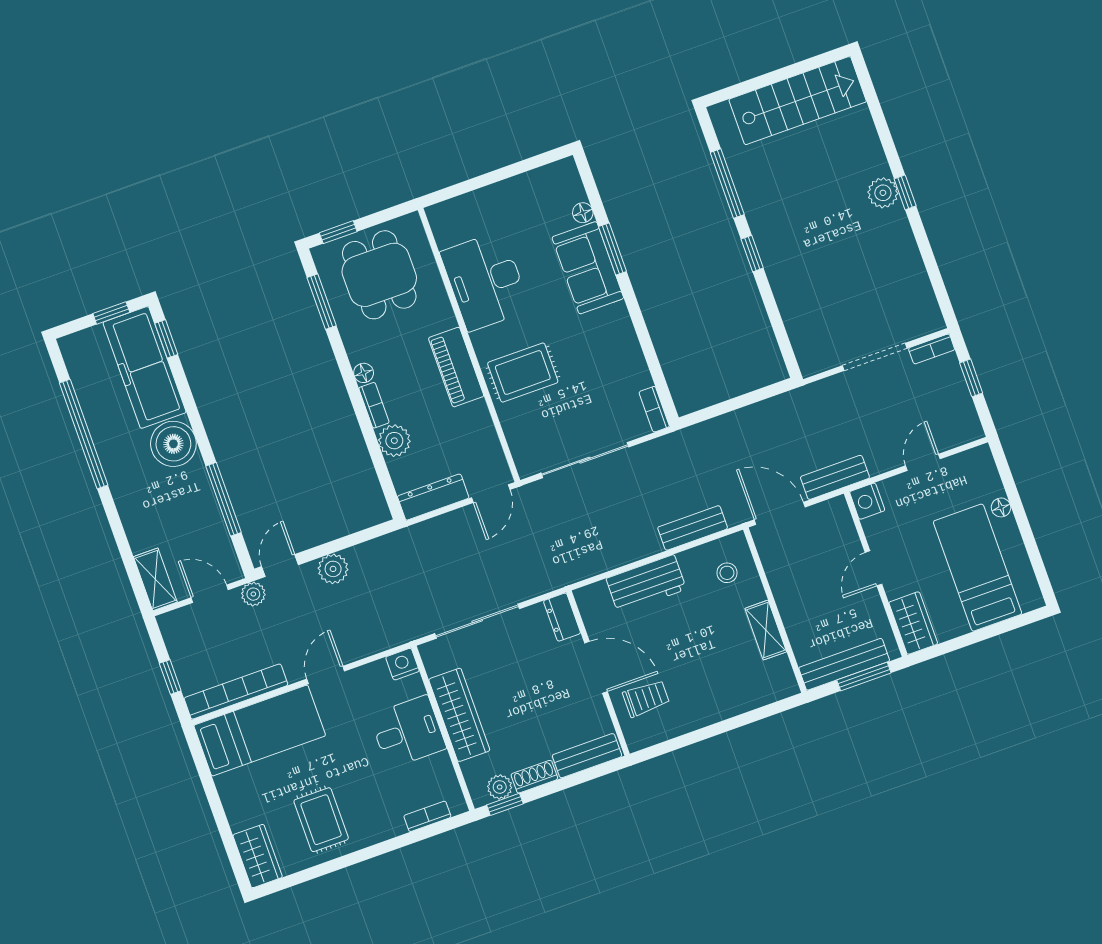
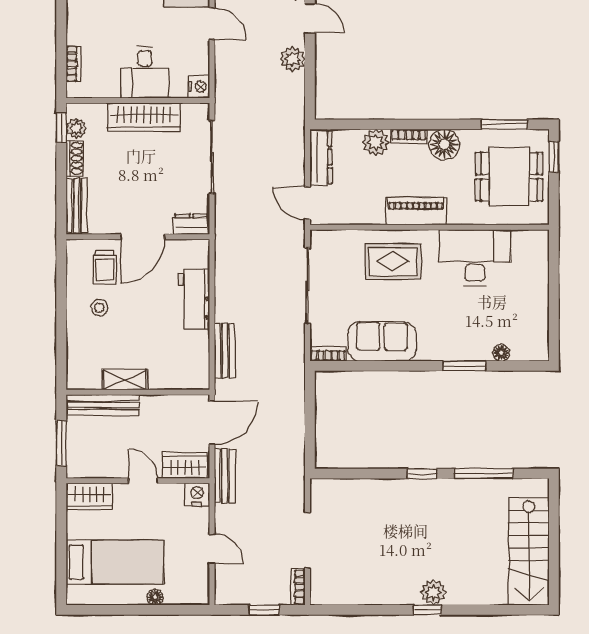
sofa: (588, 268) -> (382, 341), moved
floor lamp: (364, 373) -> (444, 145), width x1.89, depth x1.89
rug: (523, 373) -> (393, 262), turned 90
wardrobe: (839, 527) -> (185, 465), added
stool: (727, 573) -> (99, 308), moved
bench: (844, 664) -> (103, 405), moved, turned 90

